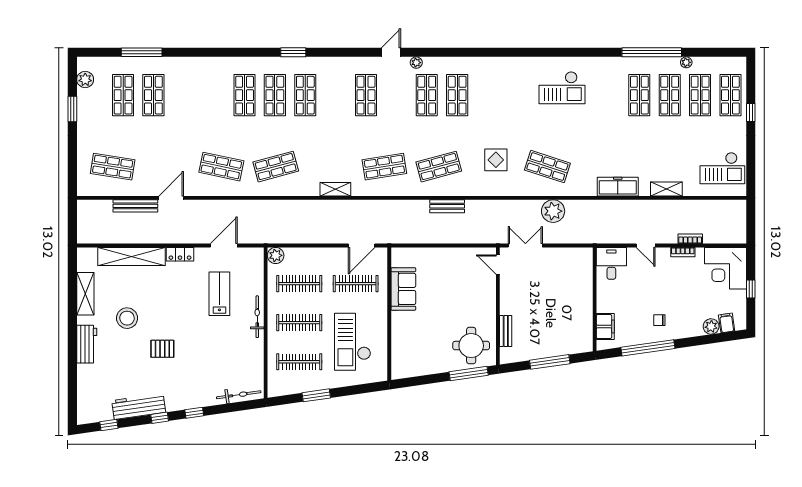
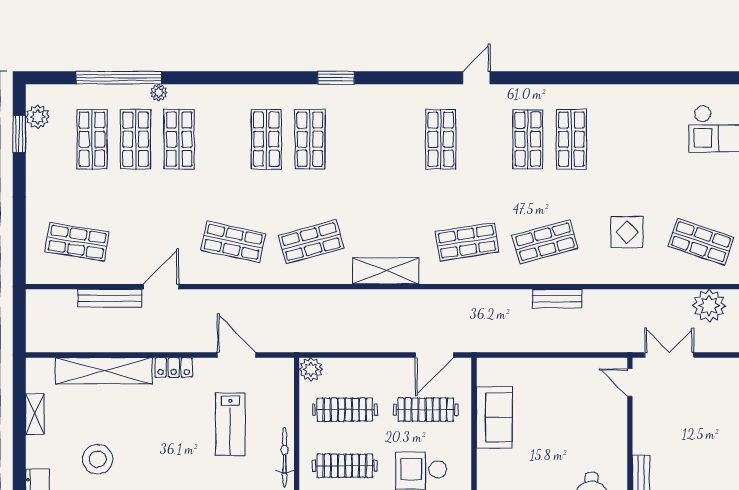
window: (142, 52) -> (119, 78), width x1.46
plant: (416, 63) -> (159, 93), moved
shop shelf: (305, 95) -> (179, 139), moved
window: (72, 109) -> (19, 134), moved
shelving: (335, 189) -> (386, 271), width x1.50, depth x1.33
door: (224, 245) -> (236, 355), hinge flipped
shelving: (85, 294) -> (35, 414), width x0.67, depth x0.75
lab bench: (219, 294) -> (230, 424), turned 180

